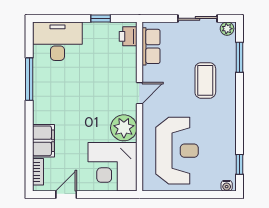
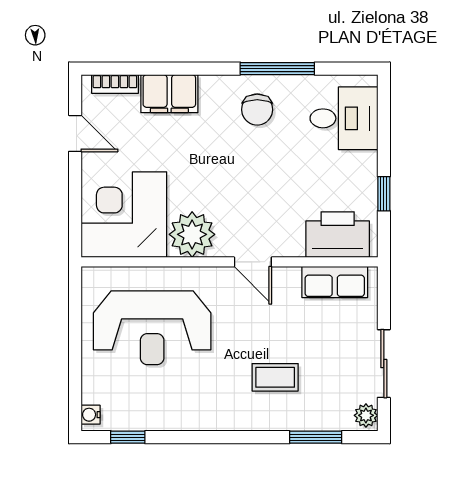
printer: (128, 36) -> (338, 235), width x1.87, depth x1.48
desk: (58, 41) -> (344, 118), width x0.73
coffee table: (205, 80) -> (275, 377), width x0.73, depth x0.77
chair: (52, 91) -> (257, 110), added

